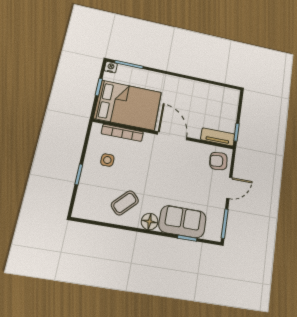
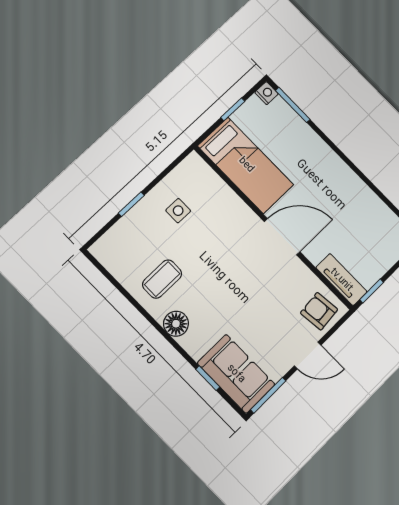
bed: (128, 105) -> (246, 165), width x0.67
bookcase: (122, 133) -> (221, 189), removed
door: (172, 136) -> (282, 237), hinge flipped
coffee table: (125, 203) -> (162, 279), turned -45
sofa: (183, 222) -> (236, 374), moved

